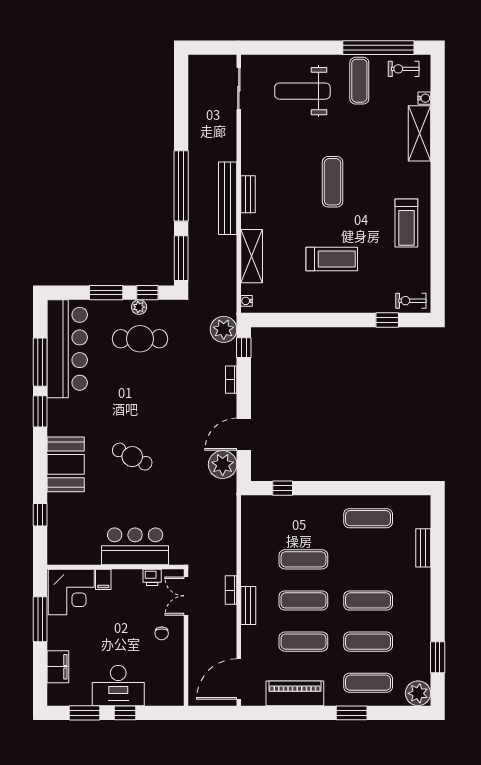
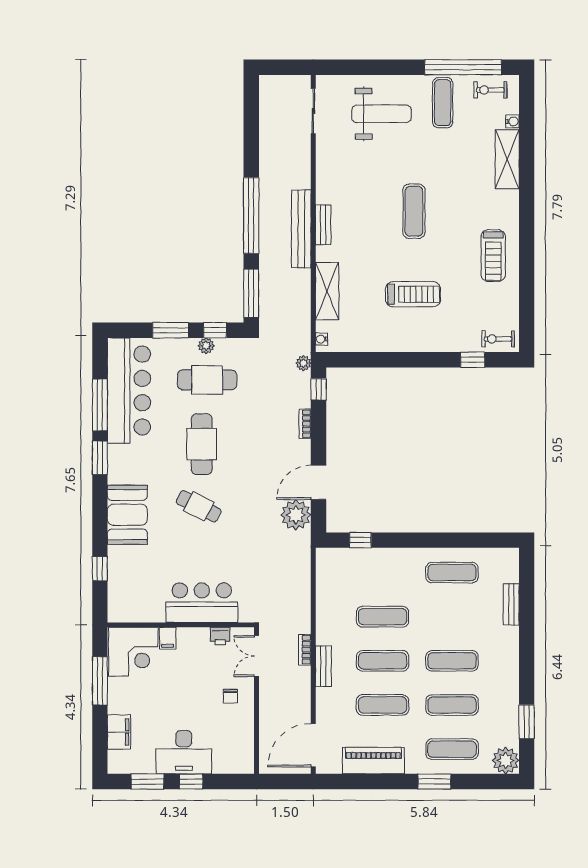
weight bench: (302, 91) -> (382, 114), turned 180
plant: (224, 329) -> (303, 363), width x0.53, depth x0.53
cafe table: (135, 399) -> (202, 444), added

